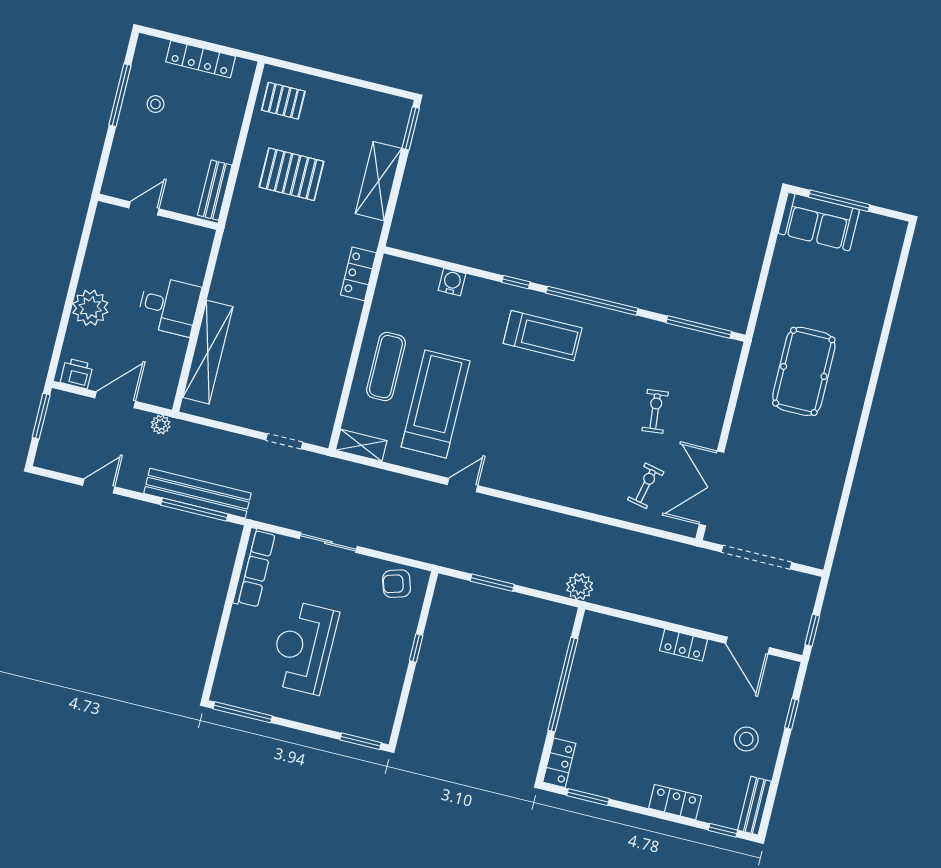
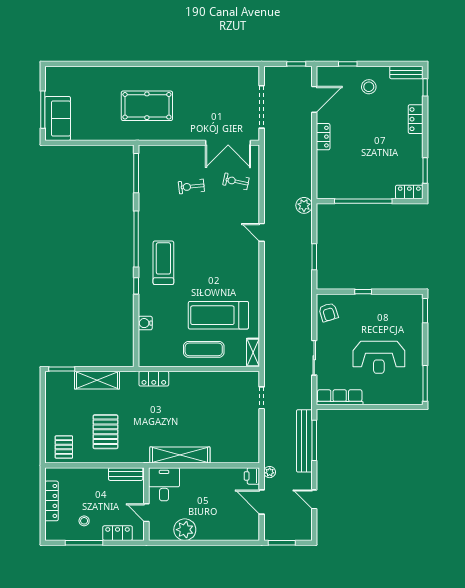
locker: (122, 153) -> (118, 533), added
desk: (169, 306) -> (164, 484), moved
plant: (90, 308) -> (185, 530), moved
shelving: (208, 352) -> (180, 455), moved
printer: (77, 373) -> (252, 476), moved
door: (463, 485) -> (262, 232), moved

